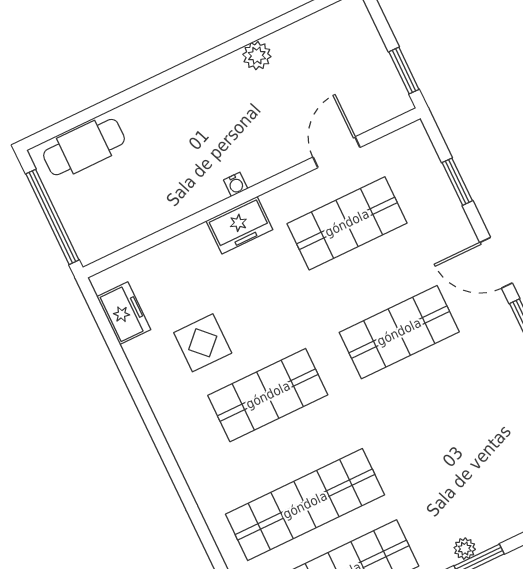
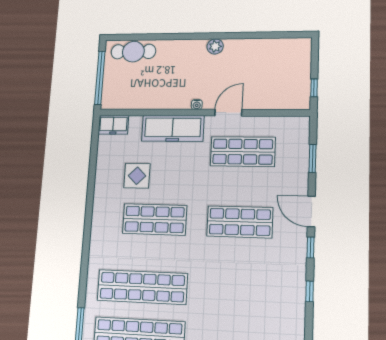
plant: (257, 56) -> (215, 46), moved
window: (404, 71) -> (314, 88), width x0.67
door: (337, 152) -> (228, 113), moved
freezer: (239, 225) -> (173, 128), width x1.91, depth x1.26
freezer: (124, 313) -> (113, 125), moved, turned 90

